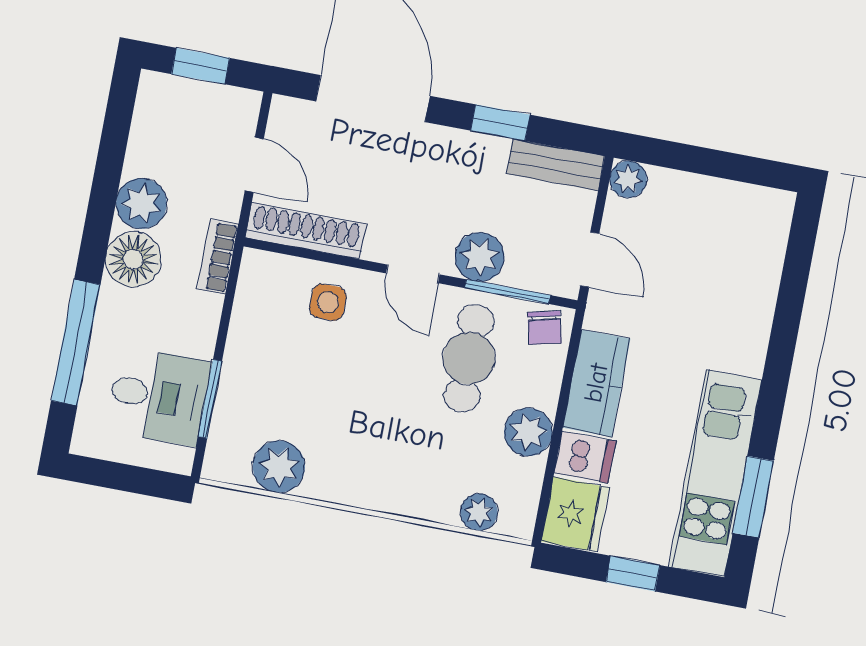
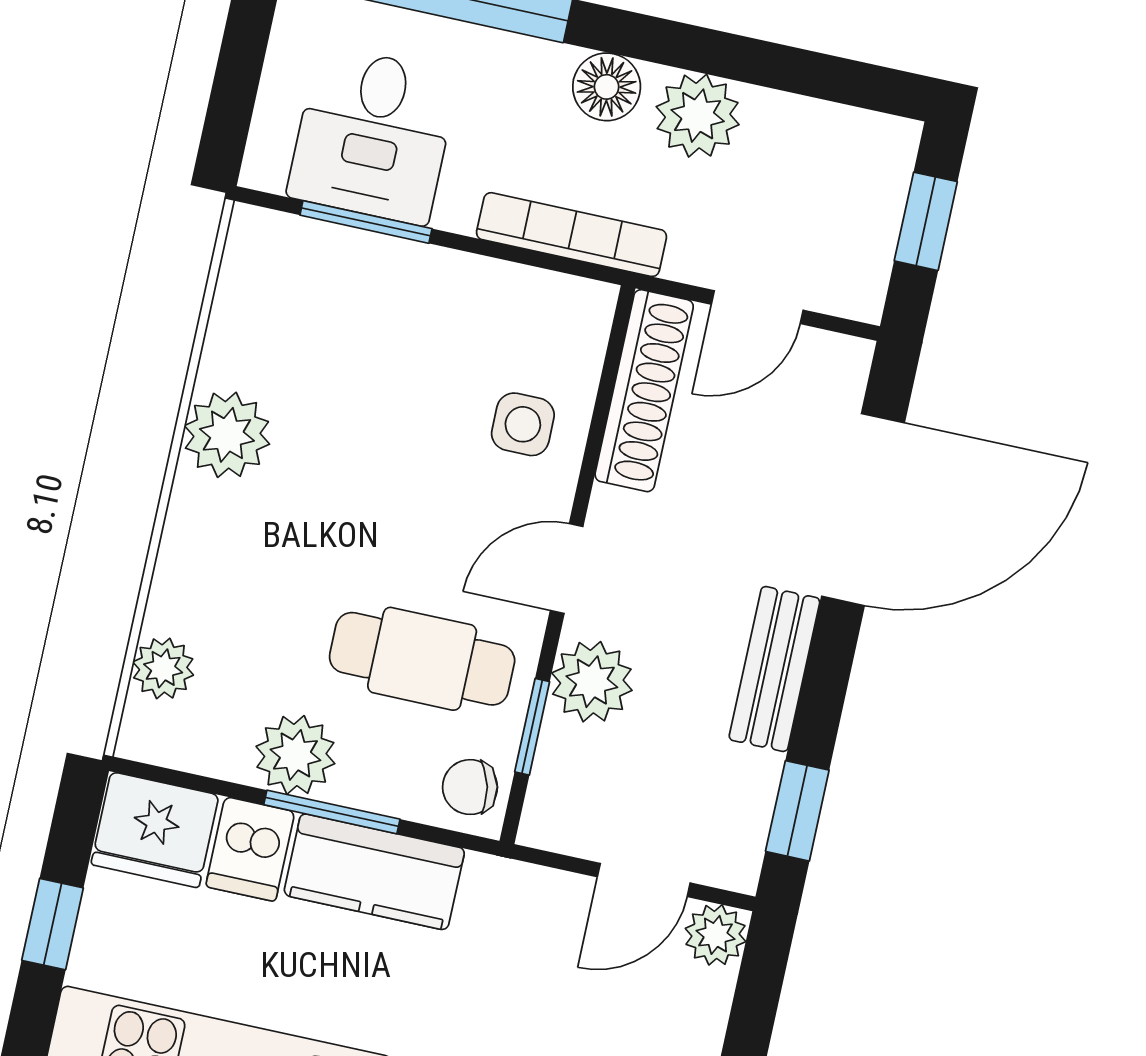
window: (500, 123) -> (797, 811), moved
bench: (555, 165) -> (774, 669), moved
bookcase: (218, 257) -> (572, 235), width x1.56
floor lamp: (133, 259) -> (607, 87), width x0.73, depth x0.73
door: (590, 260) -> (644, 880), moved
window: (508, 292) -> (532, 727), width x0.67
window: (561, 409) -> (332, 812), added
plant: (279, 467) -> (227, 435), moved

